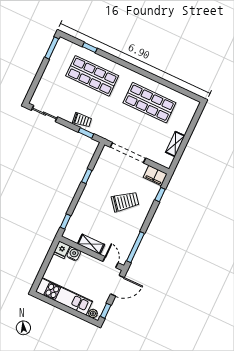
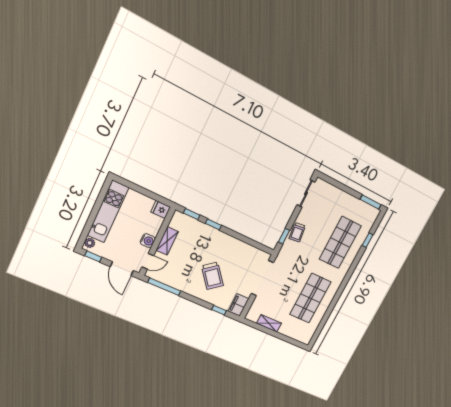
window: (87, 176) -> (213, 224), moved
water cooler: (74, 254) -> (148, 241), moved

